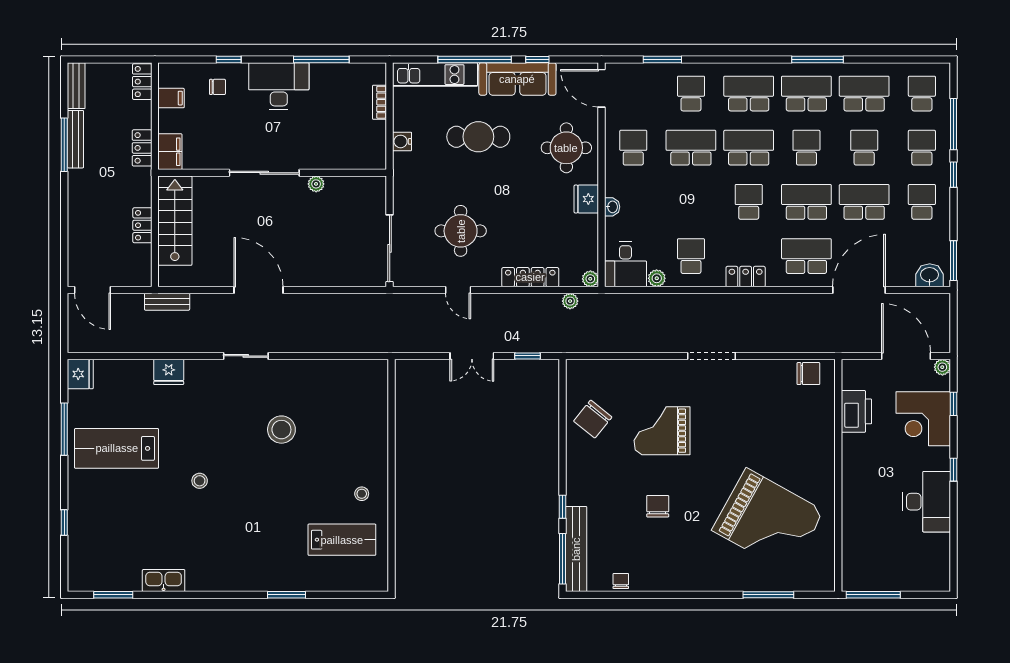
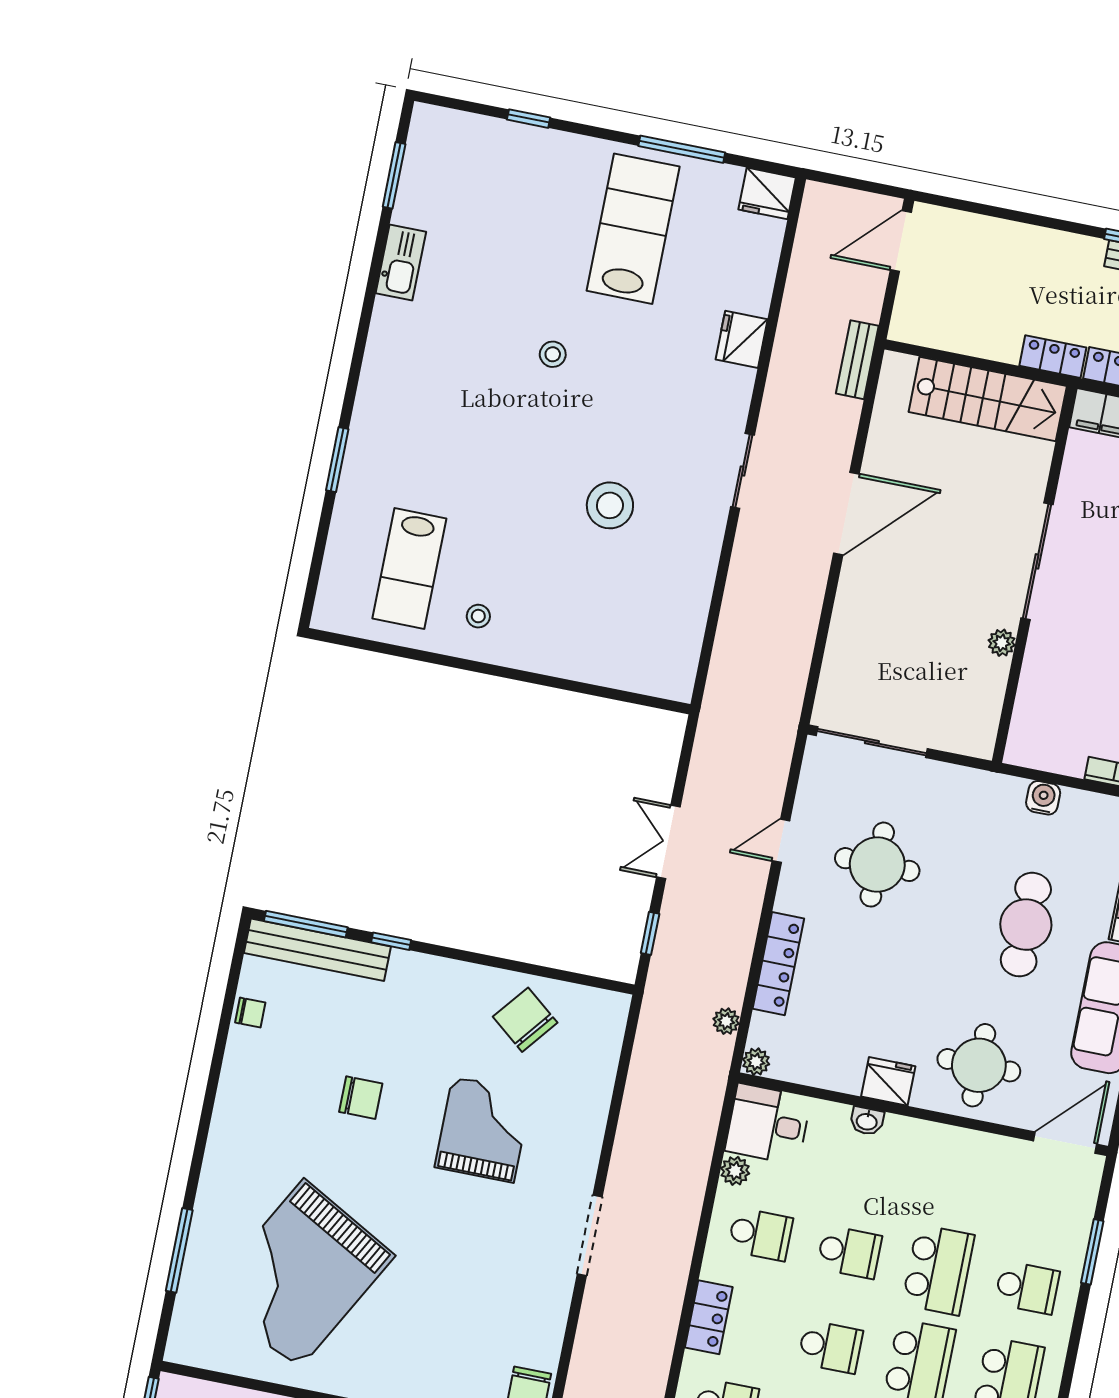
school desk: (633, 148) -> (849, 1252), moved
locker: (142, 225) -> (1053, 357), moved

